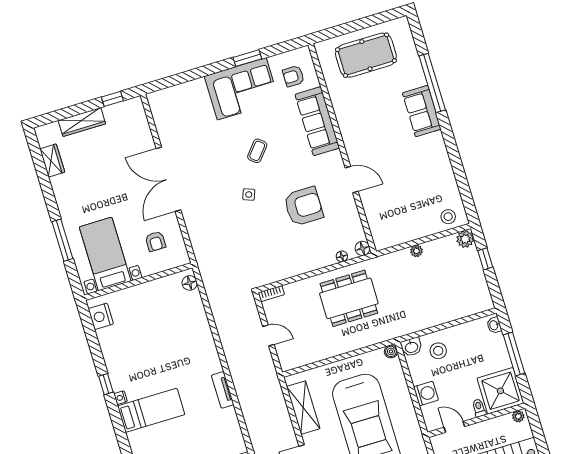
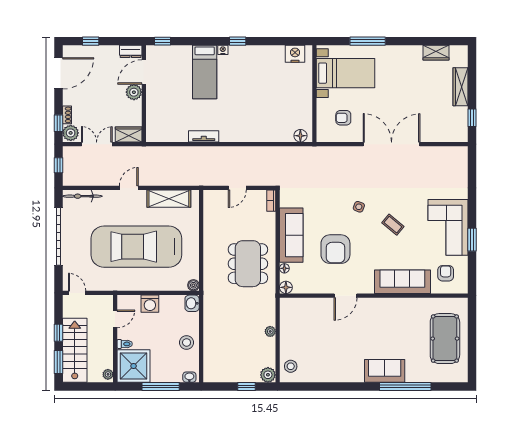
sofa: (303, 260) -> (291, 235), added
stool: (438, 351) -> (187, 342), moved

